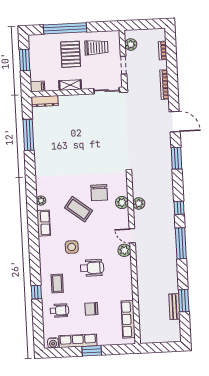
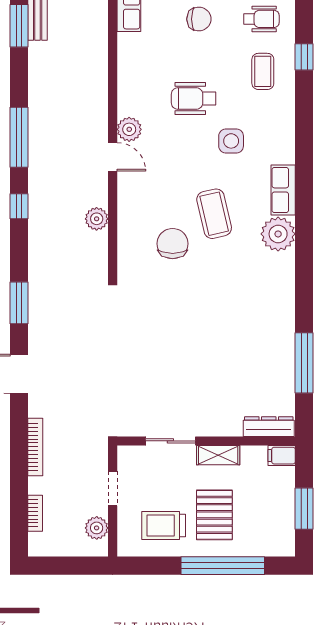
sliding door: (107, 91) -> (170, 441), moved
plant: (41, 201) -> (278, 234), width x1.88, depth x1.88
plant: (122, 203) -> (129, 222), removed
coffee table: (79, 209) -> (214, 214), turned 39
wheelchair: (59, 311) -> (261, 19), turned 180

